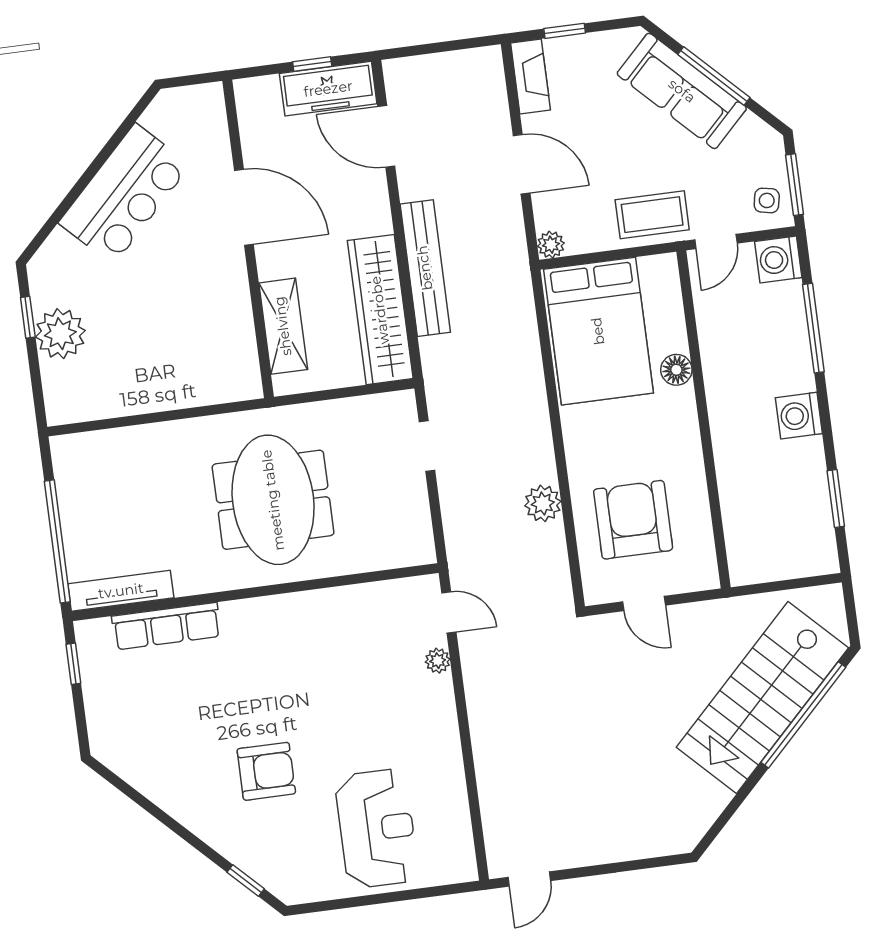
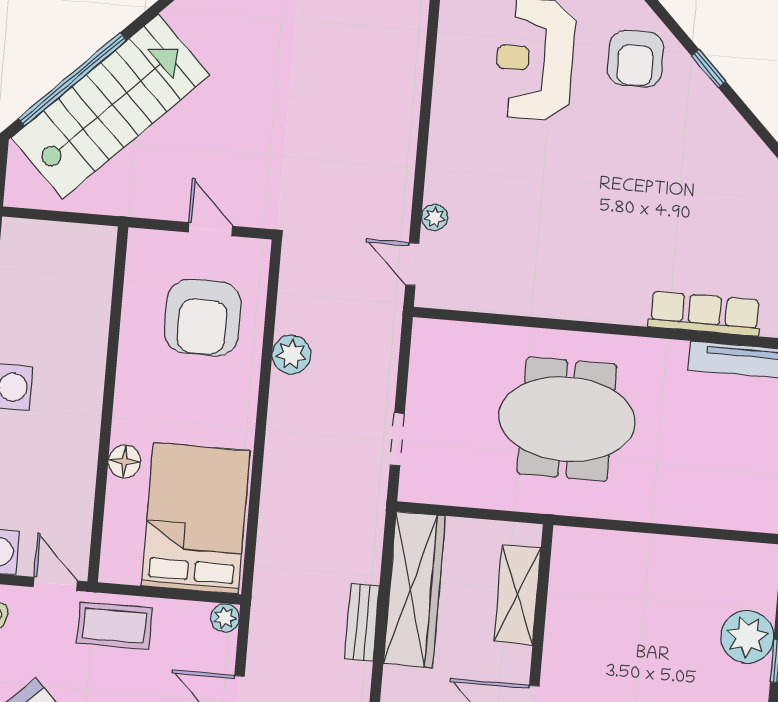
door: (716, 242) -> (55, 584), hinge flipped
bench: (425, 268) -> (362, 622), width x0.54, depth x0.82
meeting table: (273, 500) -> (567, 419), turned 90
armchair: (266, 771) -> (636, 59), moved, turned -90
window: (246, 881) -> (709, 68), moved

